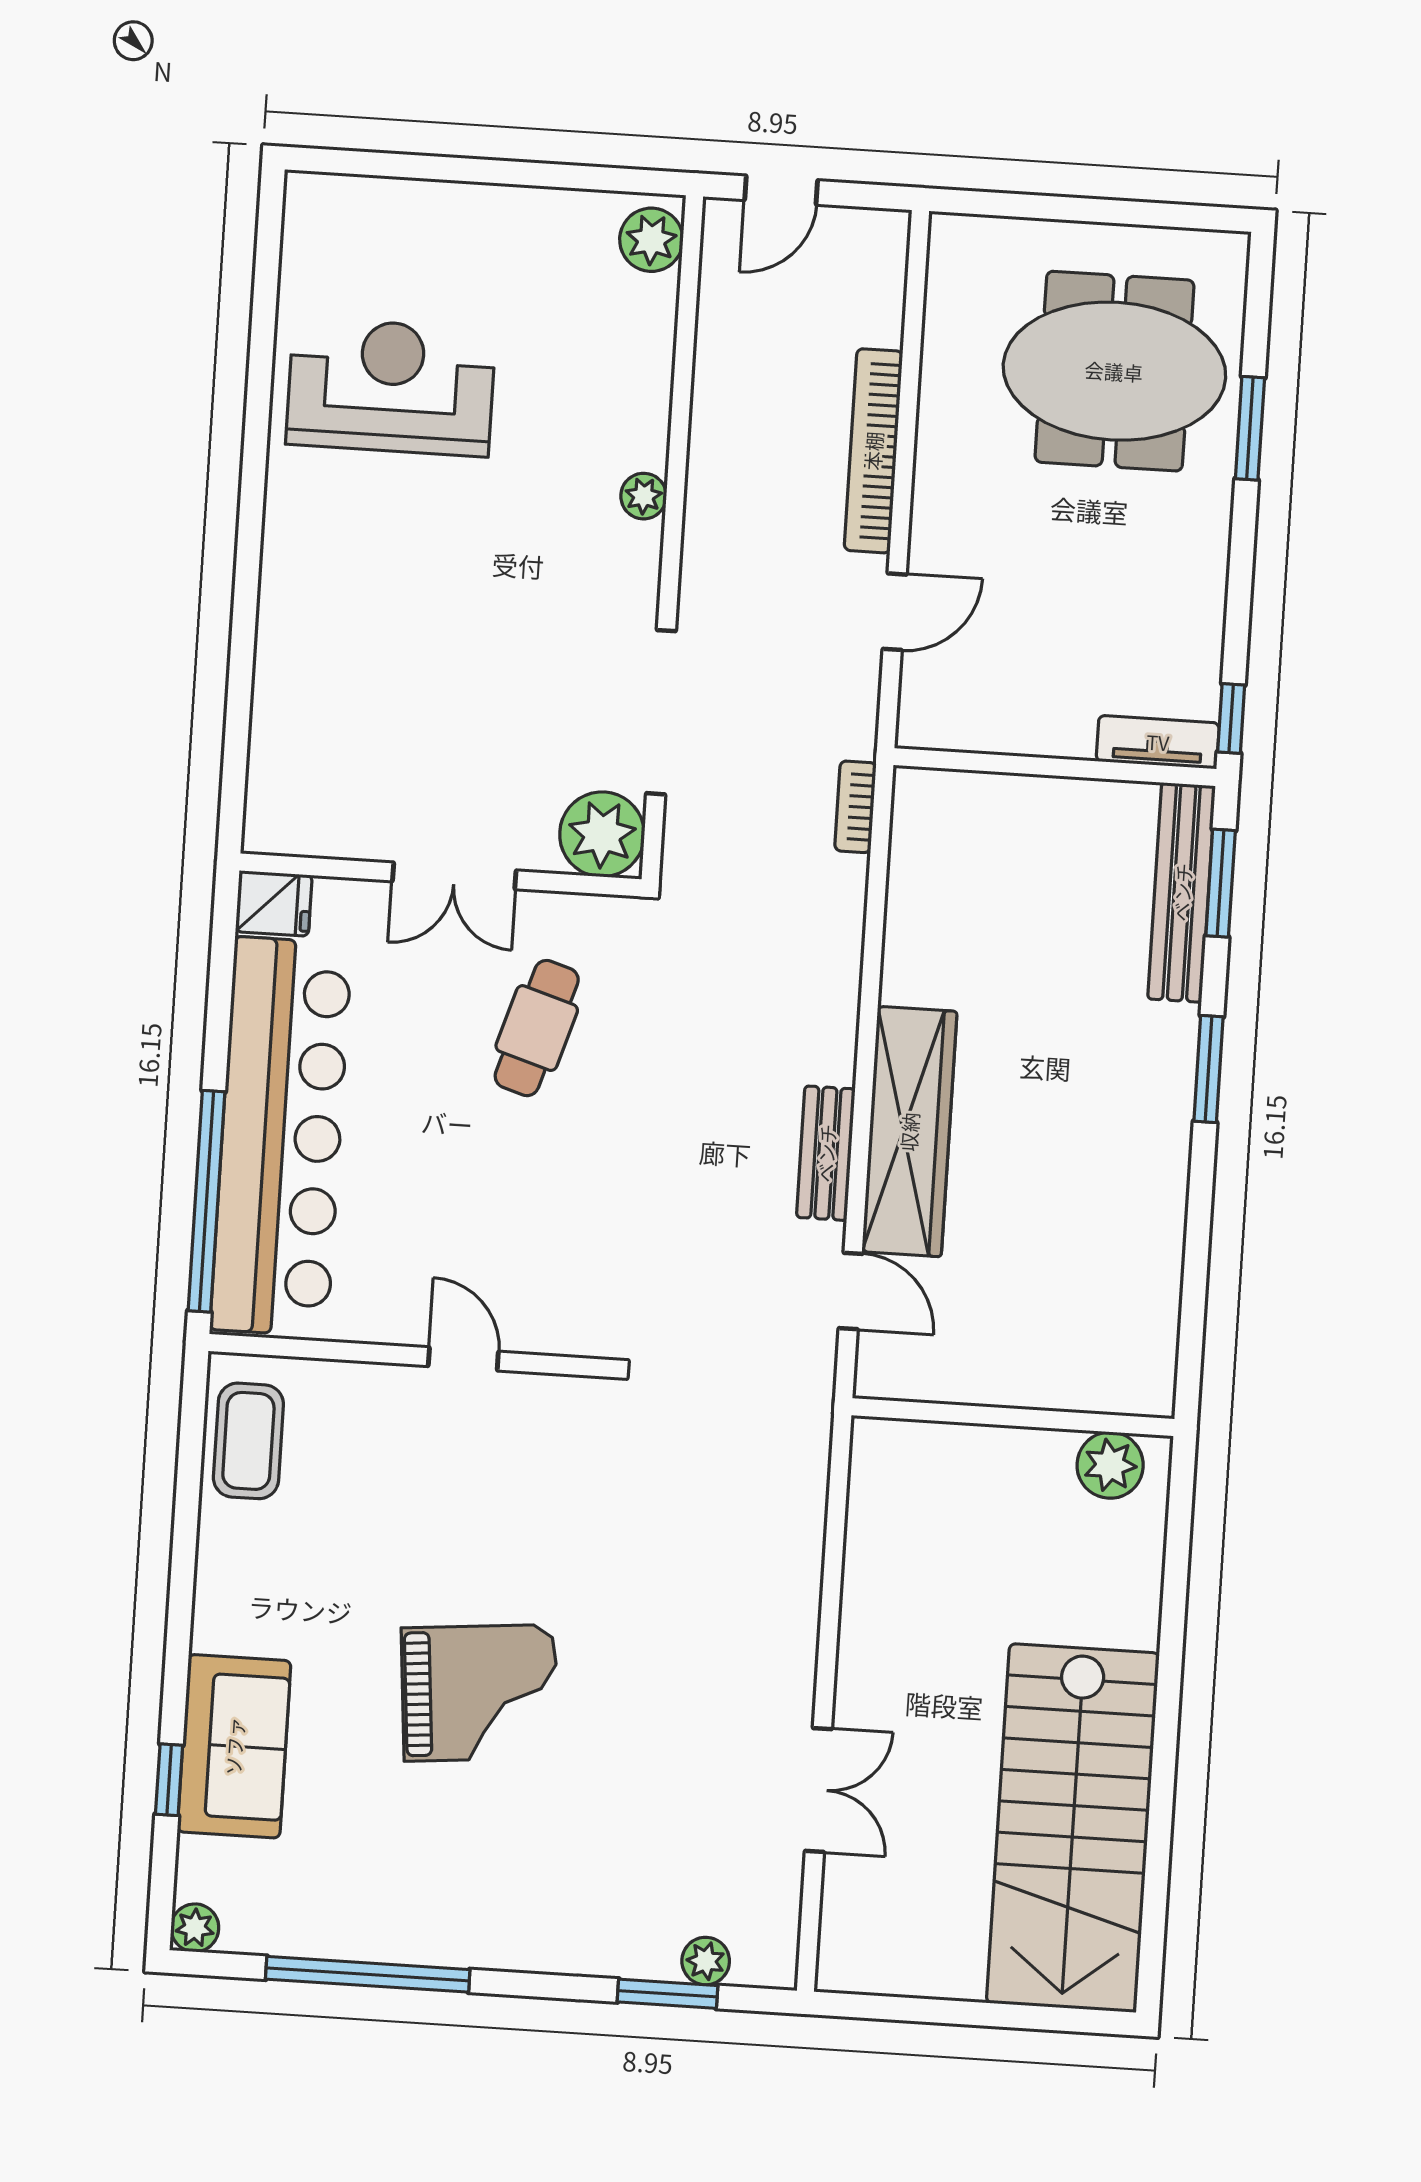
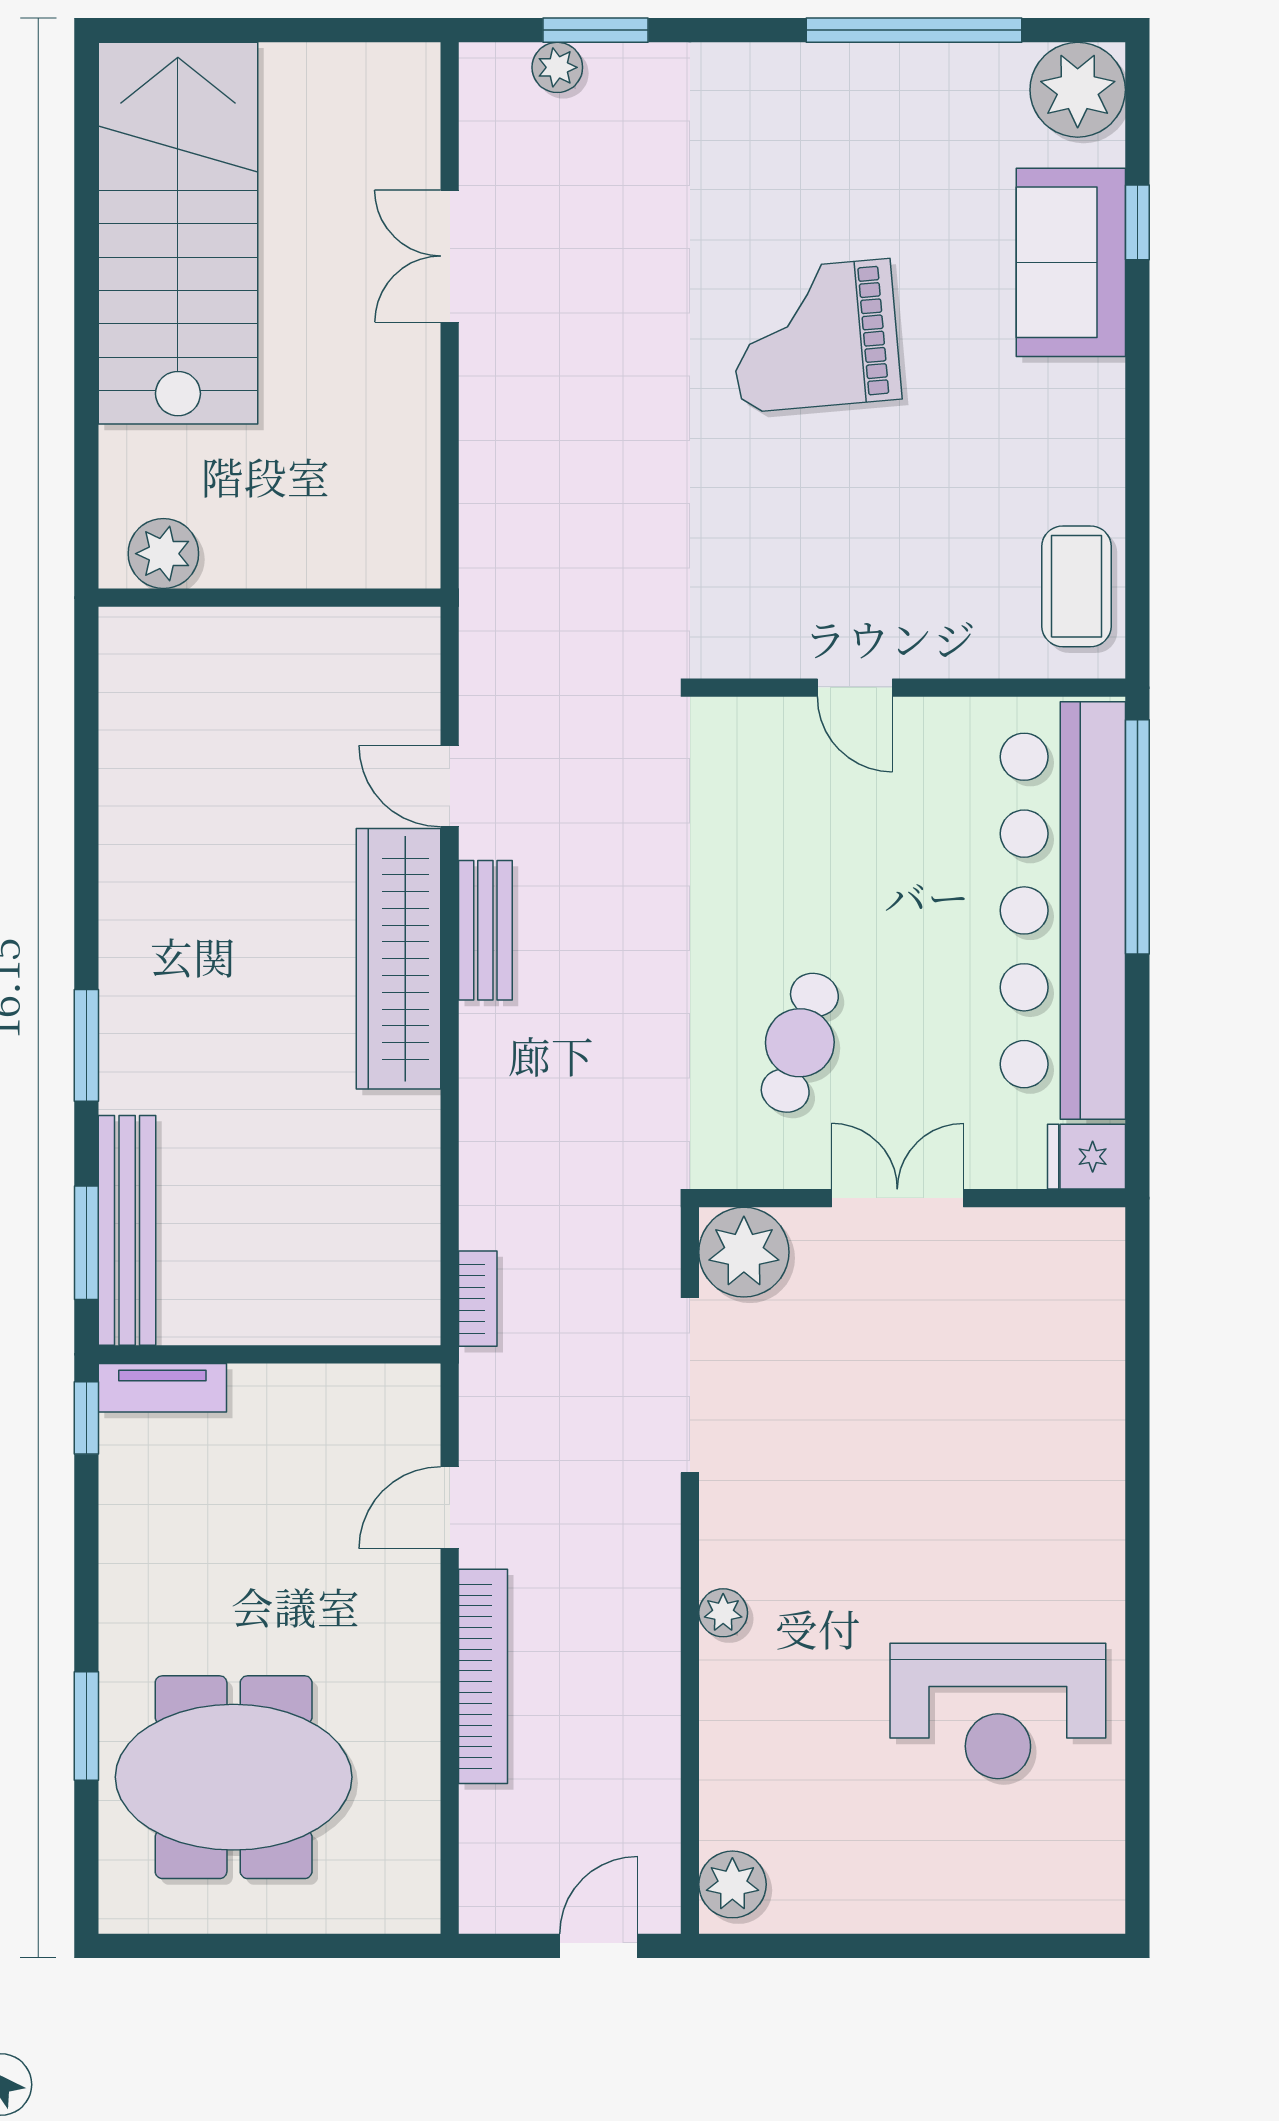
wall: (1013, 1417) -> (270, 598), moved
plant: (1110, 1465) -> (163, 554), moved
plant: (195, 1928) -> (1078, 90), width x1.87, depth x1.87

